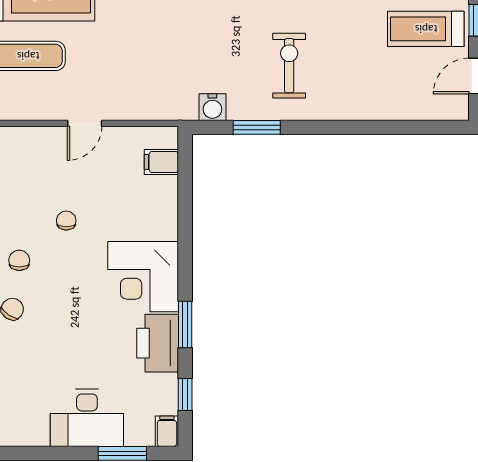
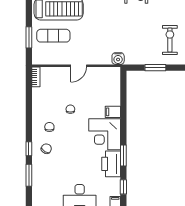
water cooler: (212, 107) -> (118, 59), moved
filing cabinet: (161, 162) -> (113, 112), moved

